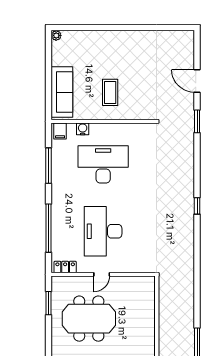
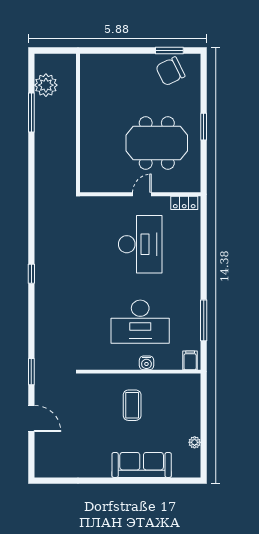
plant: (56, 35) -> (195, 442), moved
sofa: (62, 92) -> (142, 465), moved, turned 90
water cooler: (83, 129) -> (146, 363), moved
window: (48, 228) -> (204, 248), removed
window: (48, 303) -> (204, 127), moved

